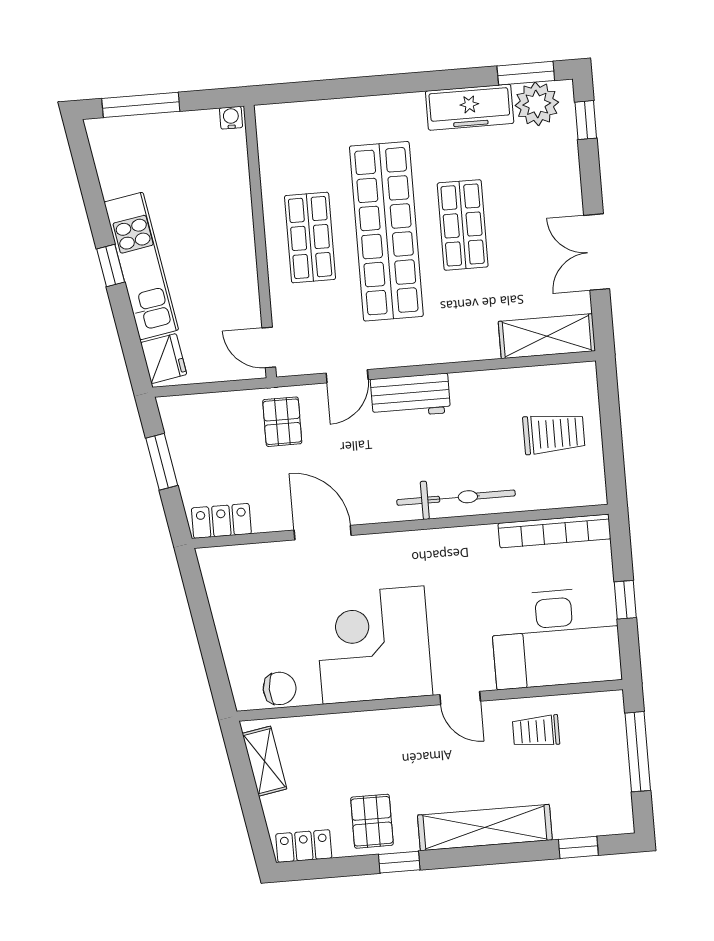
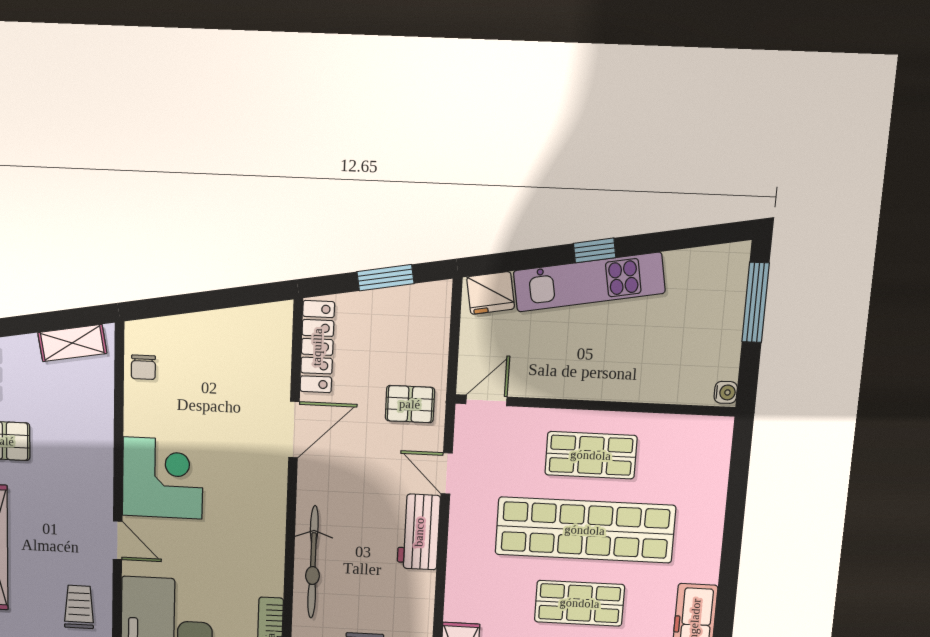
locker: (221, 521) -> (317, 347), width x1.53
corner desk: (374, 645) -> (163, 478), width x0.74, depth x0.74
chair: (280, 688) -> (143, 367), width x0.73, depth x0.73
door: (460, 698) -> (118, 540), swing flipped

